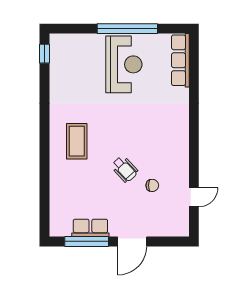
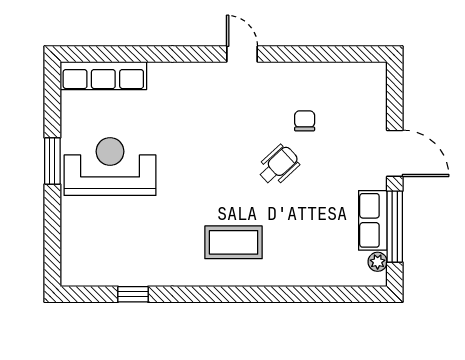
window: (127, 29) -> (52, 161), width x0.47
window: (45, 54) -> (133, 294), moved
door: (194, 197) -> (242, 54), moved
plant: (65, 231) -> (378, 262), added

